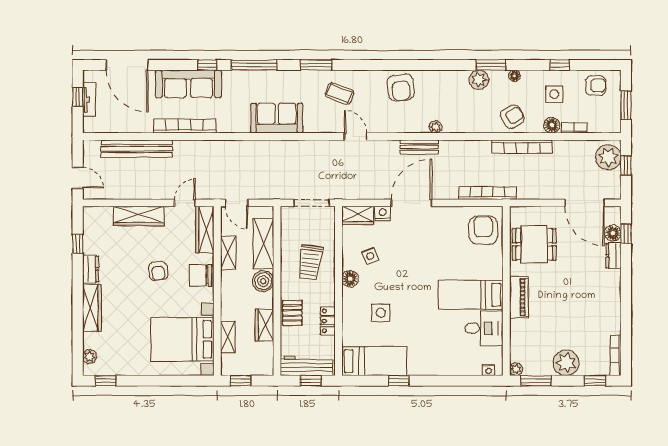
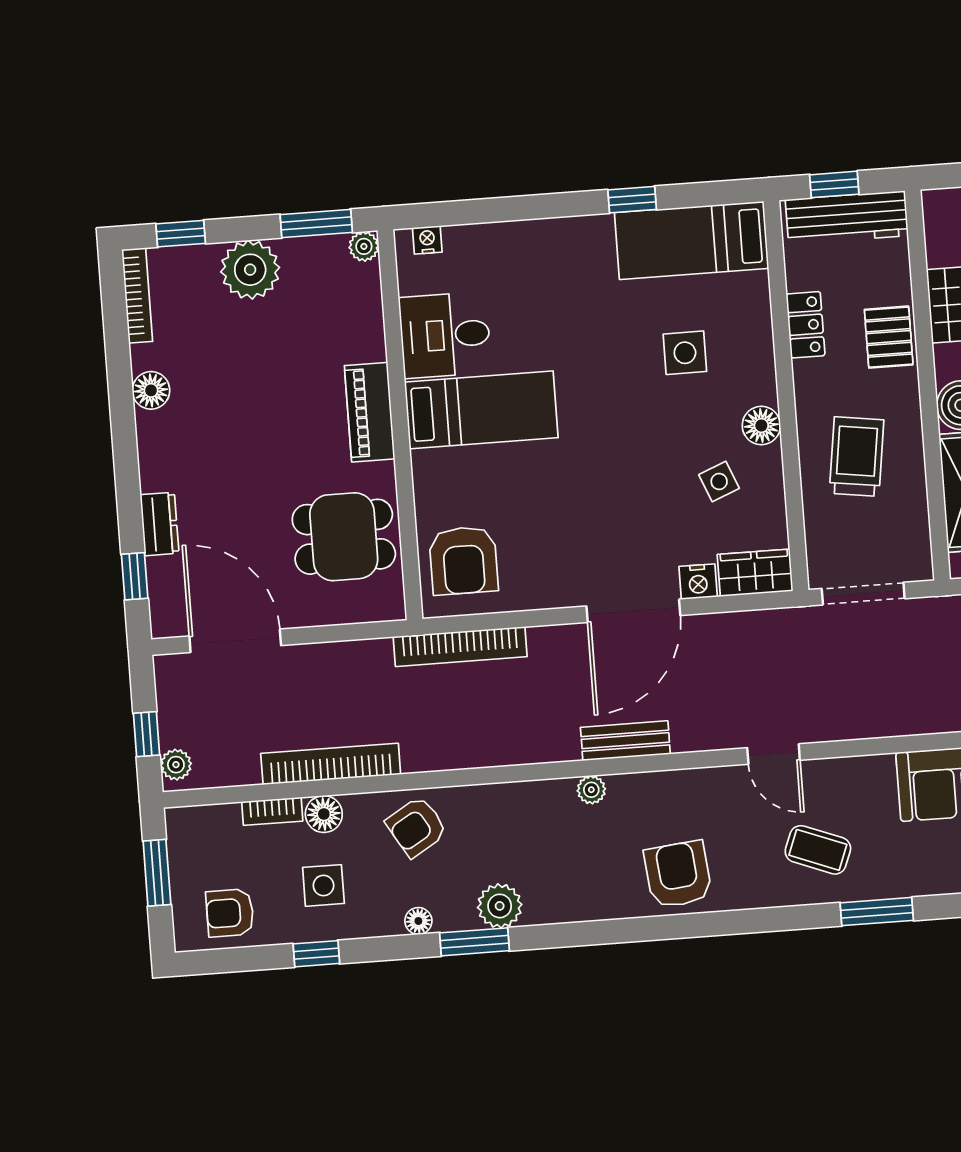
bookcase: (522, 147) -> (331, 764), moved
plant: (608, 157) -> (176, 765), width x0.53, depth x0.53
floor lamp: (613, 233) -> (151, 390), moved

